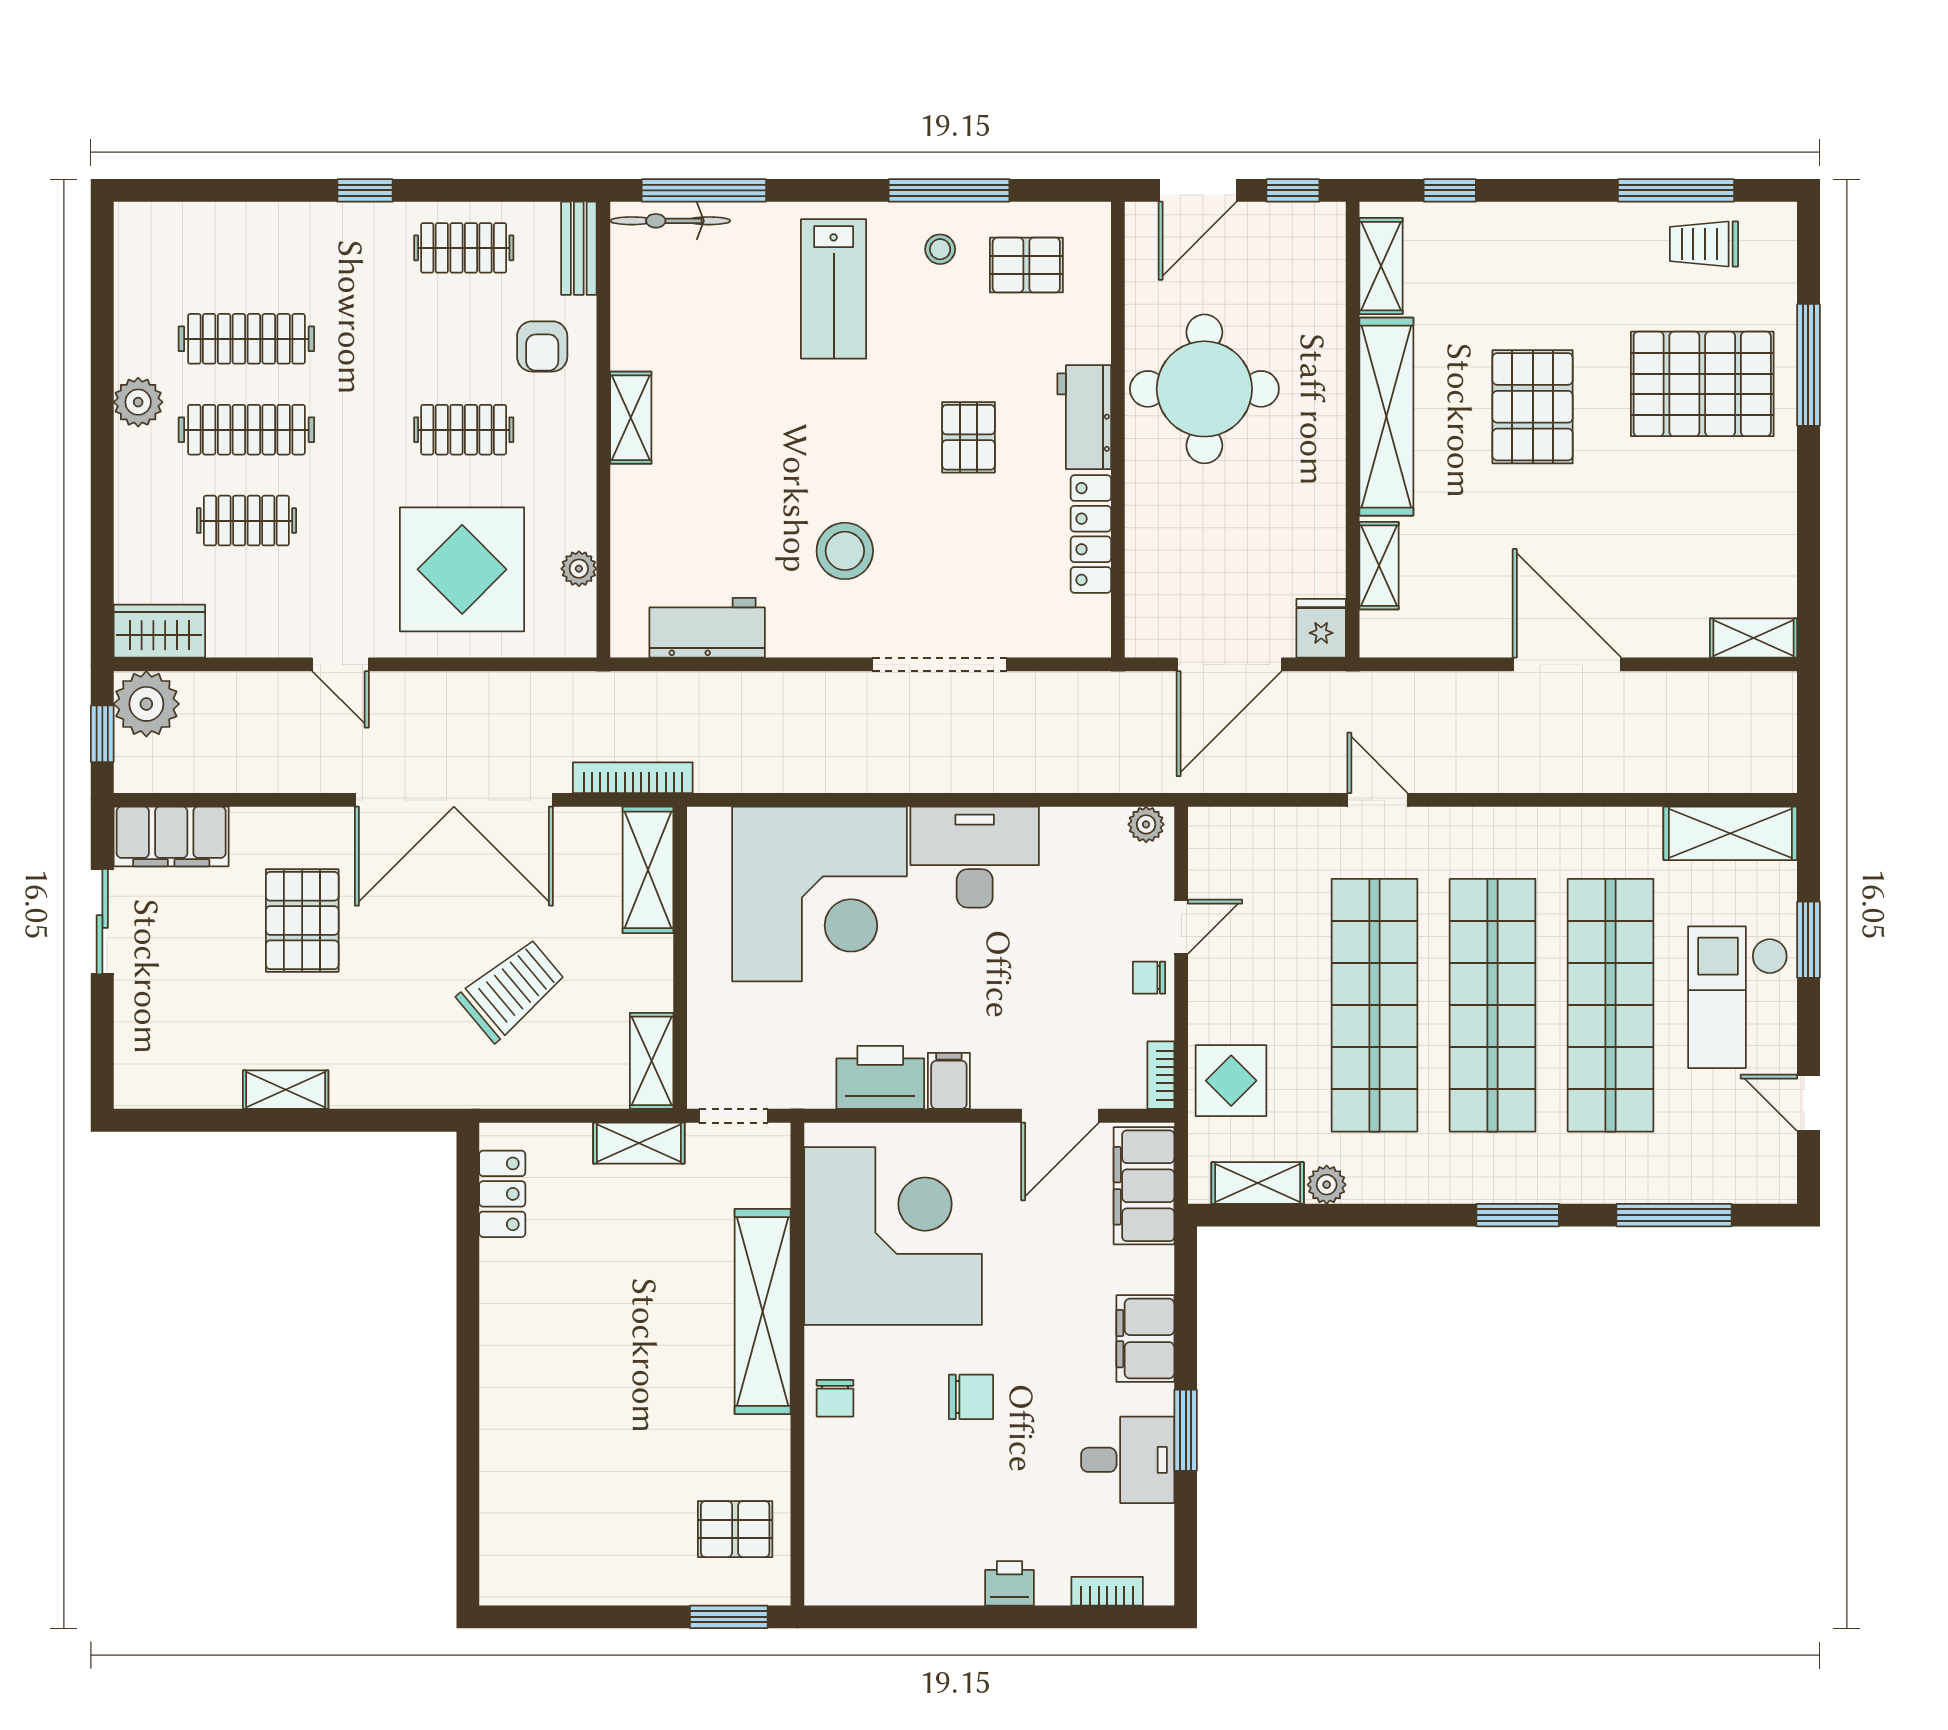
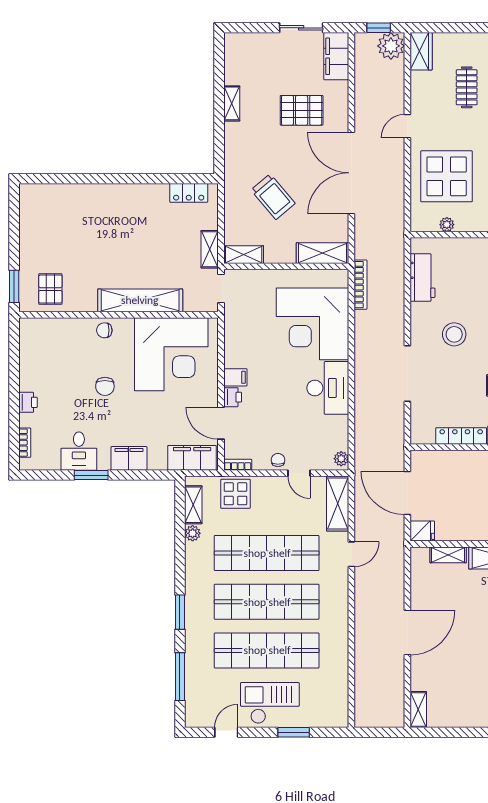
bookcase: (633, 778) -> (361, 285), moved
shelving: (1730, 833) -> (338, 504), moved
printer: (880, 1077) -> (233, 397), moved, width x0.53, depth x0.68

